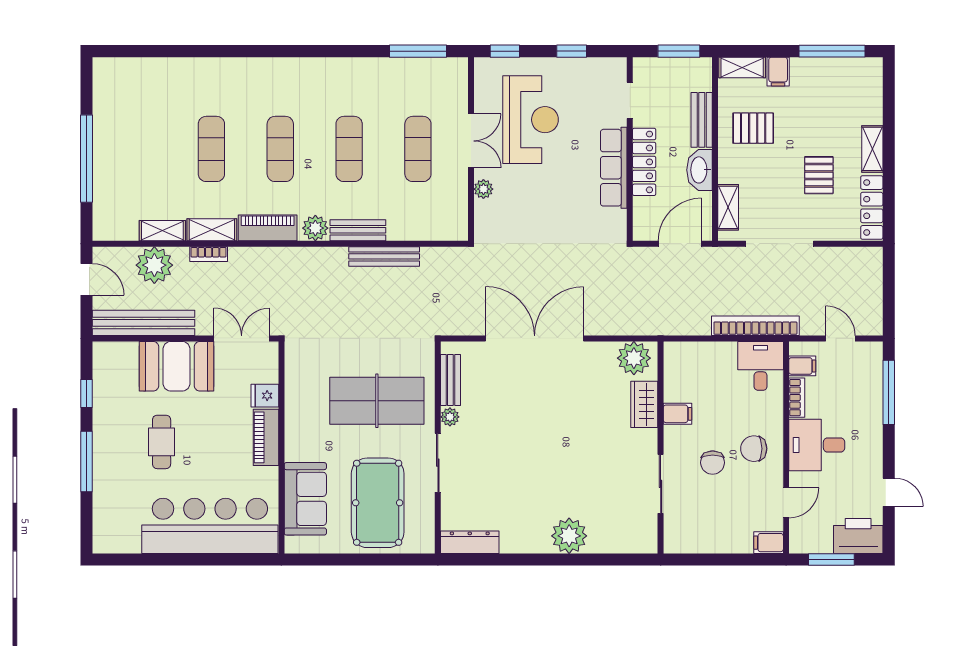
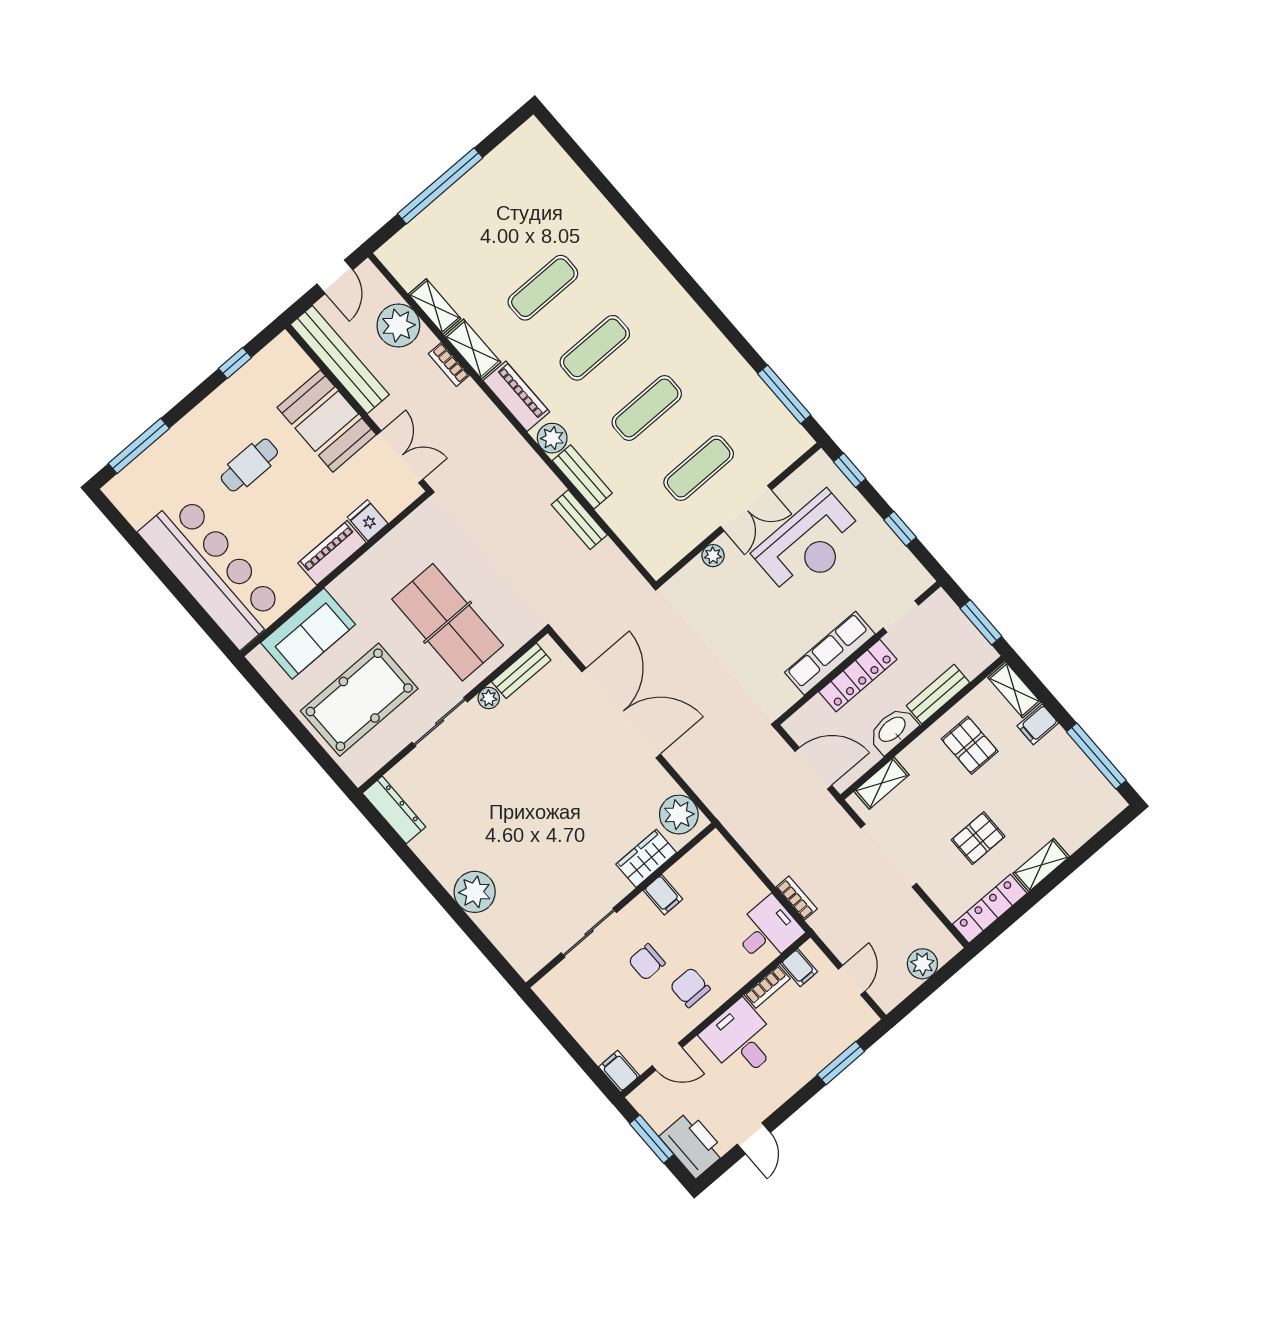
bench: (384, 256) -> (579, 520), width x0.73
plant: (870, 283) -> (922, 964), added
bookcase: (755, 326) -> (797, 898), width x0.43, depth x0.76
window: (889, 392) -> (841, 1063), width x0.69
window: (86, 462) -> (139, 446), moved

